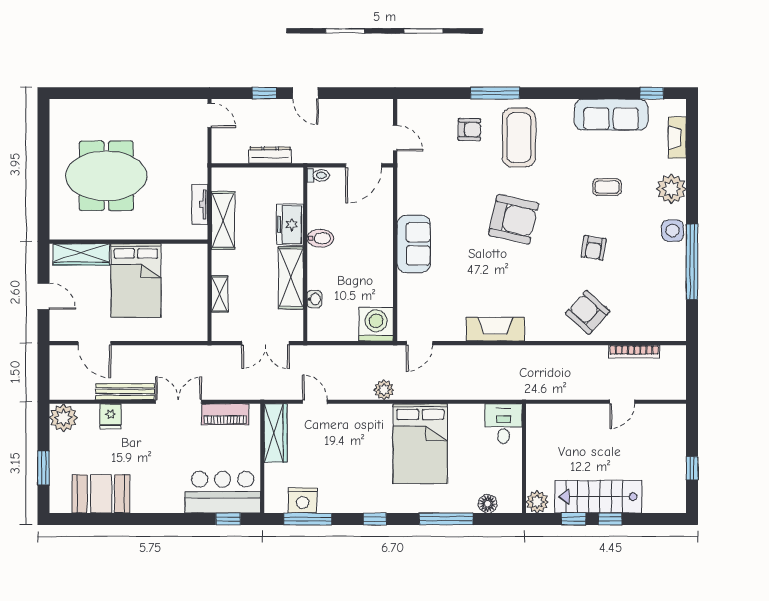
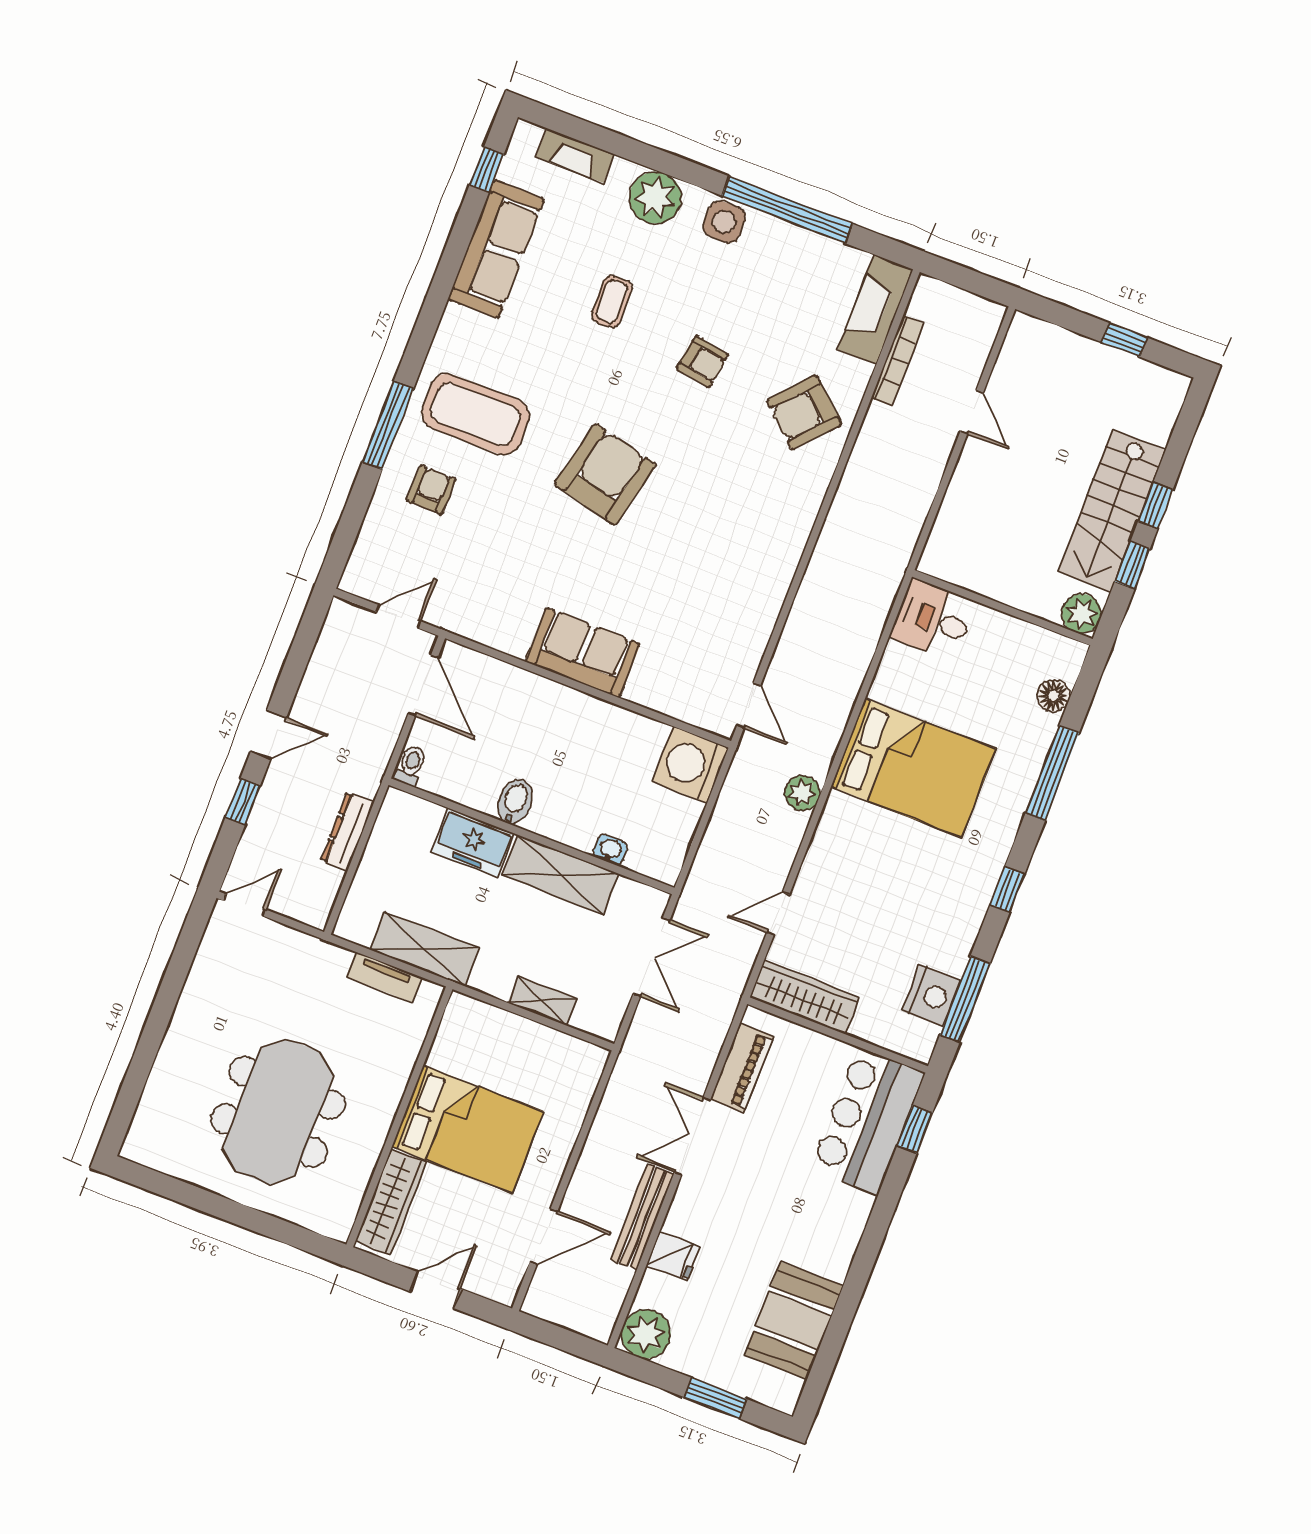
fireplace: (495, 329) -> (875, 309), moved

